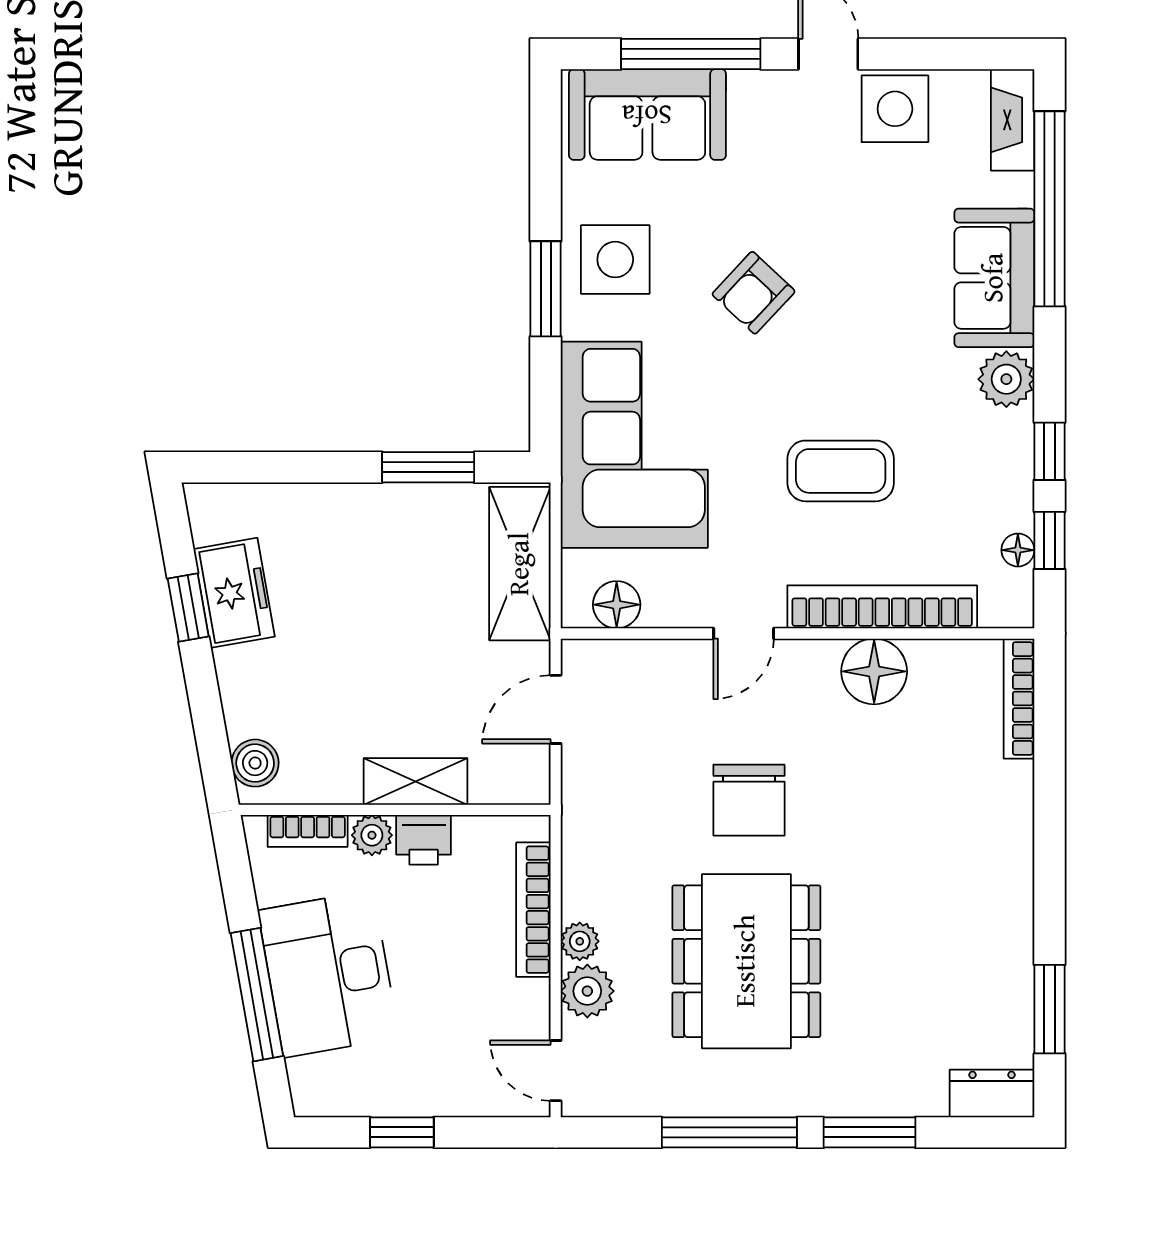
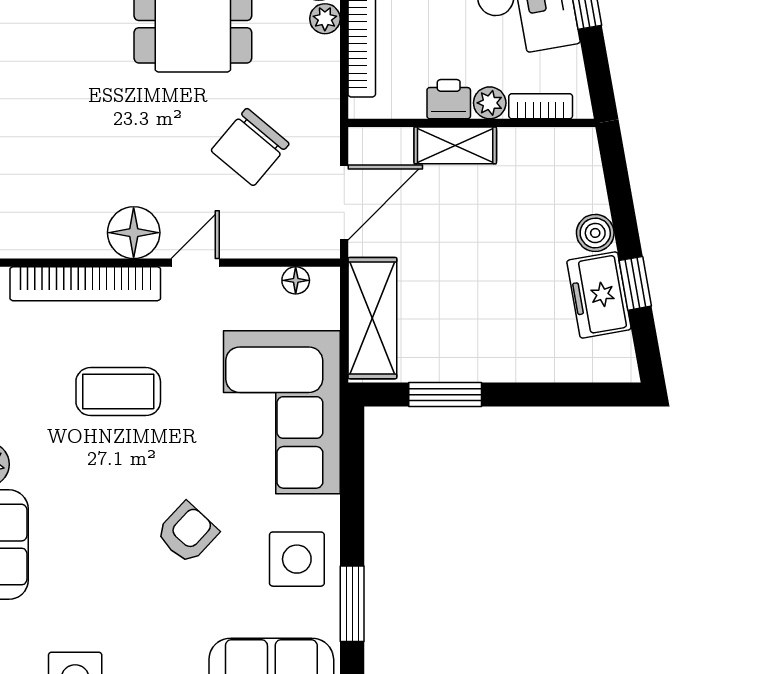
window: (546, 289) -> (352, 604), moved
floor lamp: (617, 605) -> (296, 280), width x0.73, depth x0.73
floor lamp: (874, 671) -> (134, 233), moved
door: (556, 709) -> (344, 202), width x1.38
boiler: (255, 763) -> (595, 233), moved
chair: (749, 800) -> (250, 147), moved, turned -140

